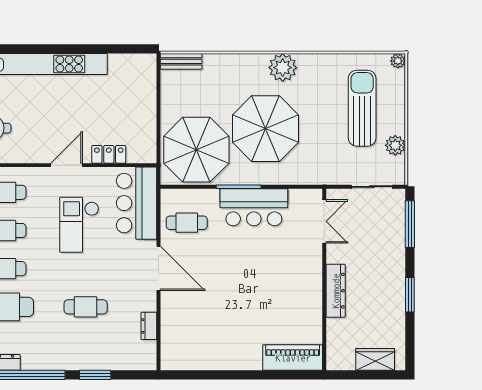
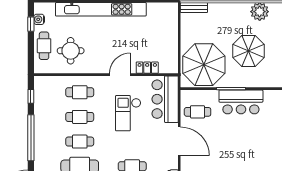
parasol: (265, 129) -> (248, 51), width x0.73, depth x0.73

